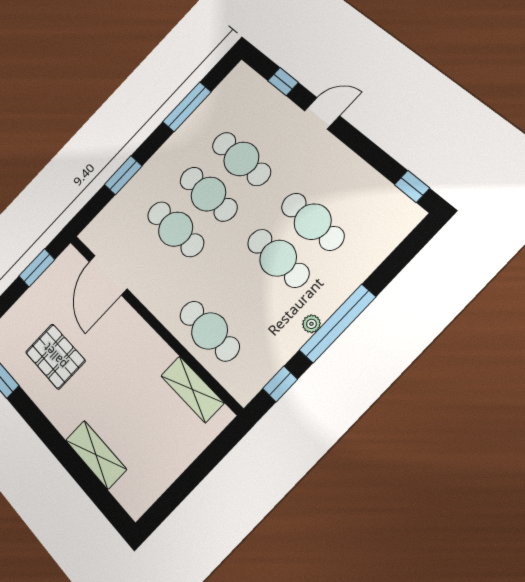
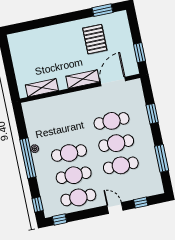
door: (322, 113) -> (115, 208), swing flipped
door: (108, 275) -> (113, 81), hinge flipped
cafe table: (209, 331) -> (78, 197), moved
pallet: (55, 356) -> (95, 39), turned 90
window: (280, 384) -> (38, 205), moved
shelving: (96, 455) -> (83, 79), moved

